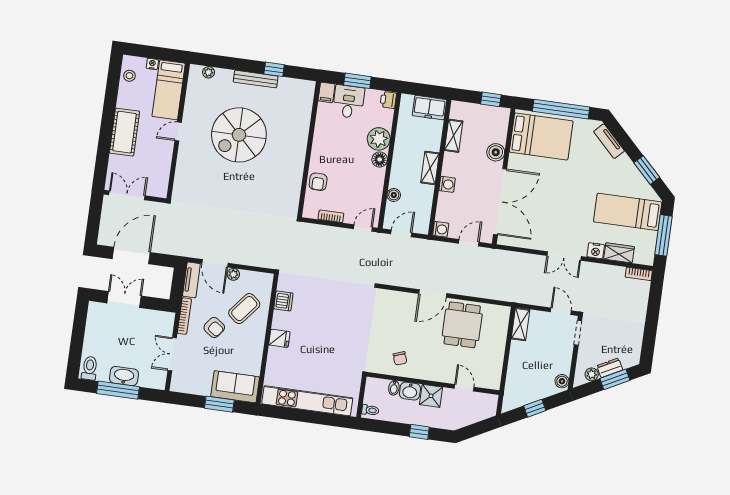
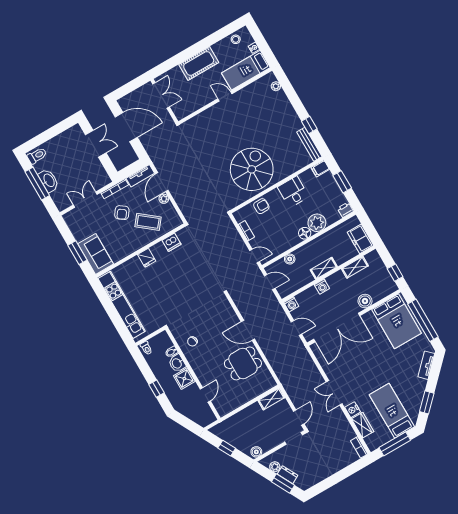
bench: (256, 79) -> (309, 144), moved
desk: (348, 102) -> (293, 192), moved, turned -90
spiral stairs: (239, 135) -> (252, 169), moved, turned 90
armchair: (318, 182) -> (261, 206), turned 180

